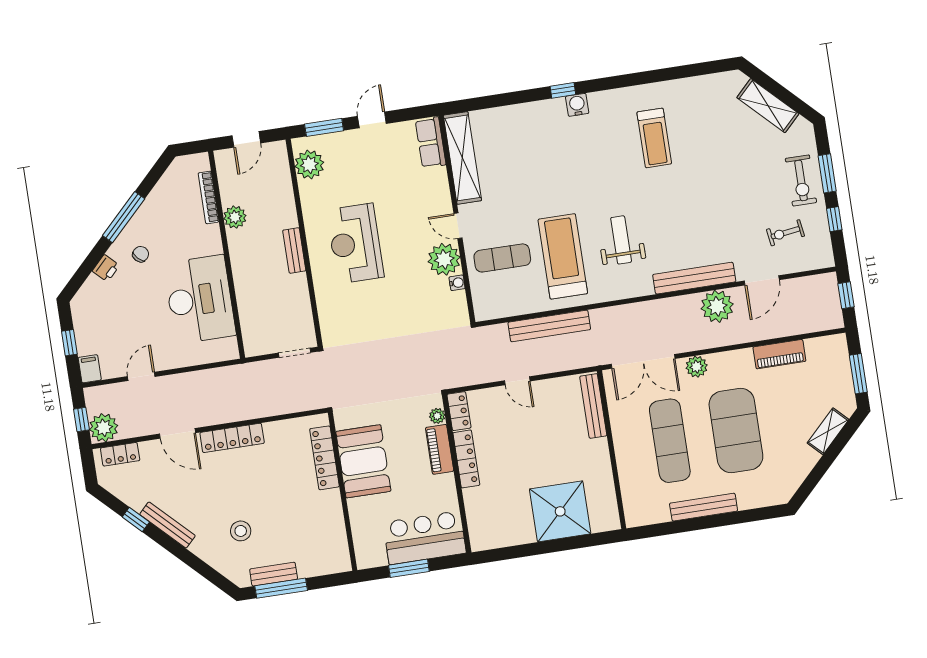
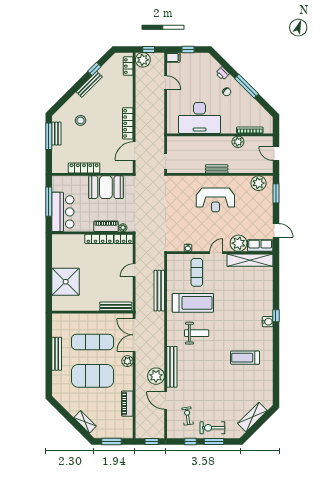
door: (372, 120) -> (276, 230), moved
reception desk: (355, 243) -> (215, 200), turned 180
plant: (444, 259) -> (239, 243), moved
door: (178, 433) -> (134, 151), moved
locker: (324, 458) -> (84, 168), moved
window: (409, 568) -> (49, 202), width x1.44

